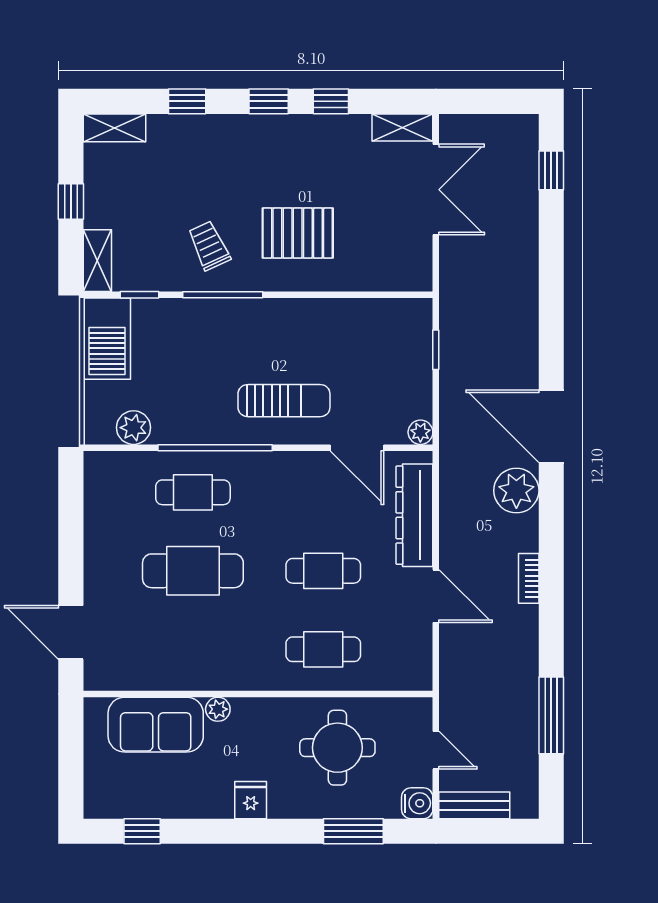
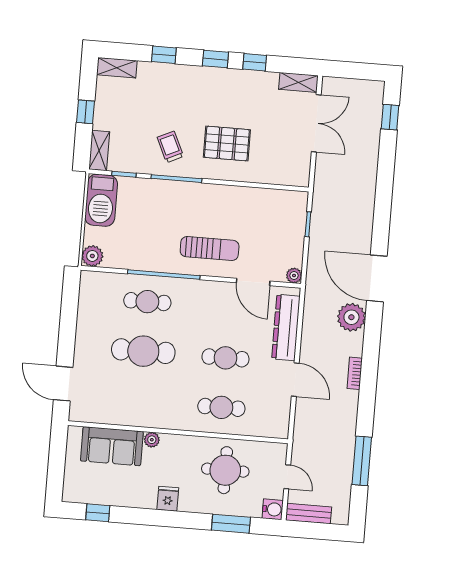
plant: (134, 428) -> (92, 256), moved

